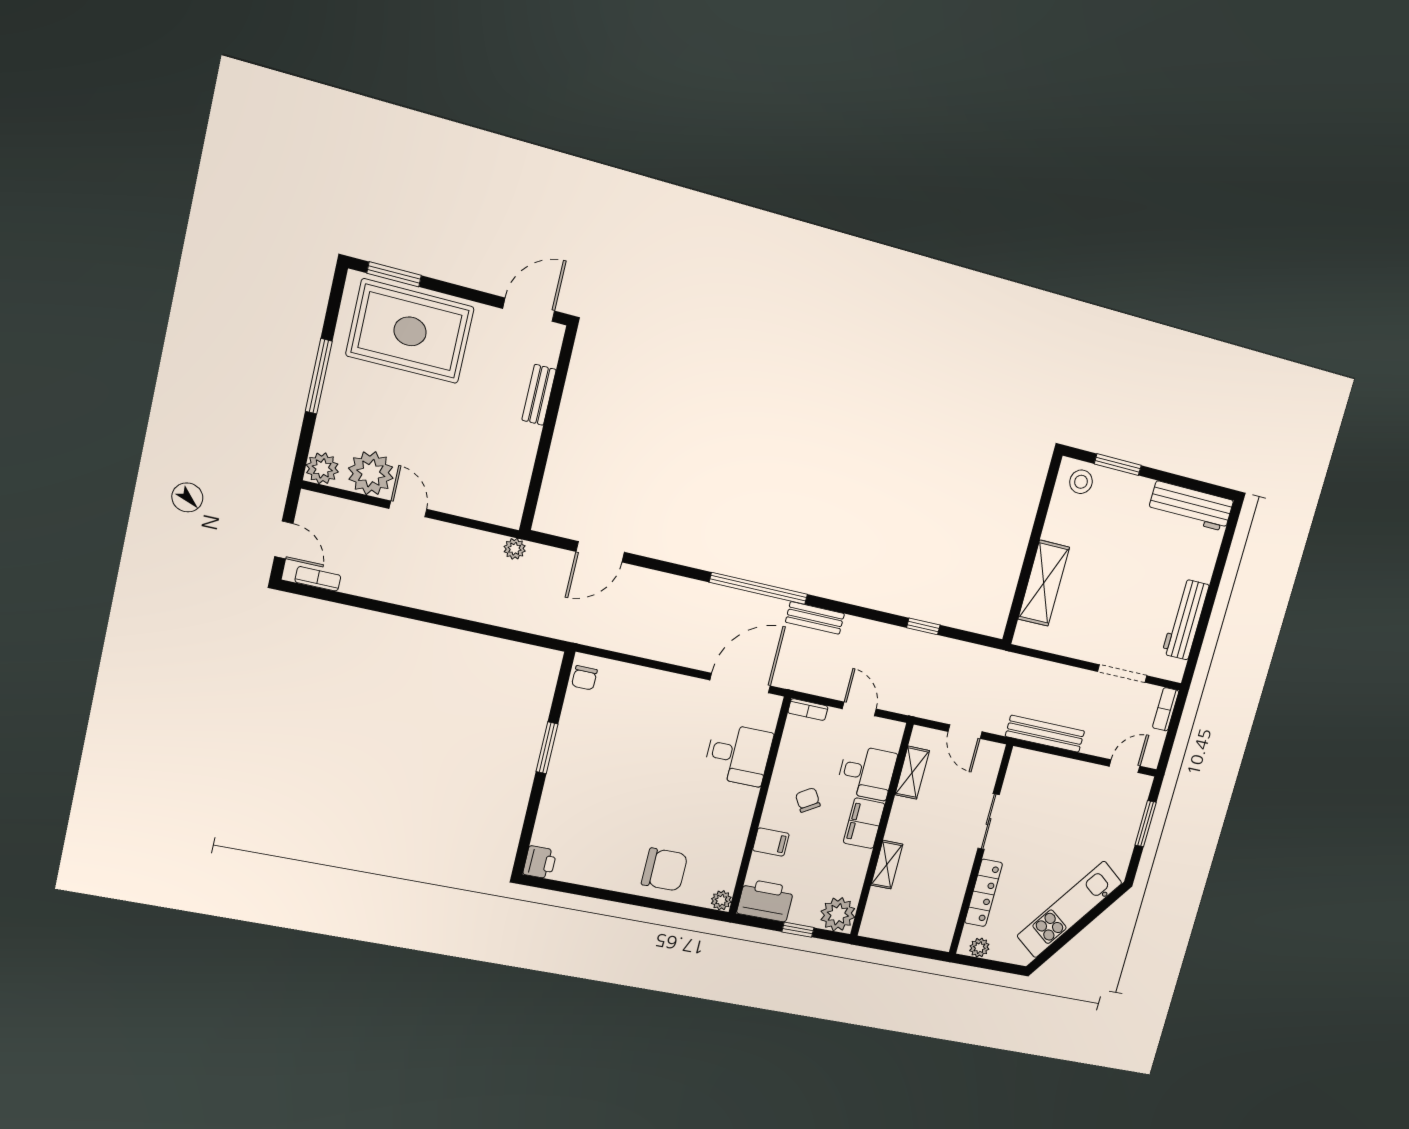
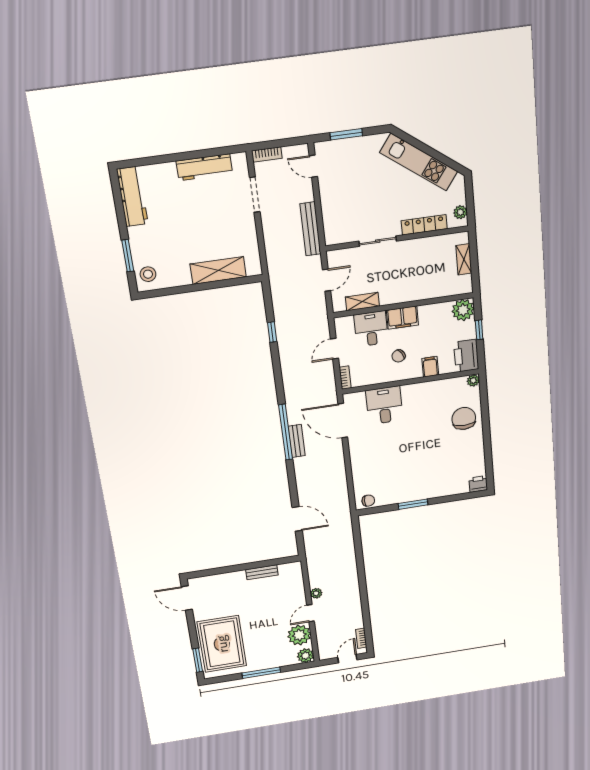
bench: (539, 395) -> (262, 572), moved
plant: (515, 549) -> (316, 593), moved
bench: (815, 618) -> (297, 441), moved
shelving: (887, 865) -> (464, 259), moved, turned 90

